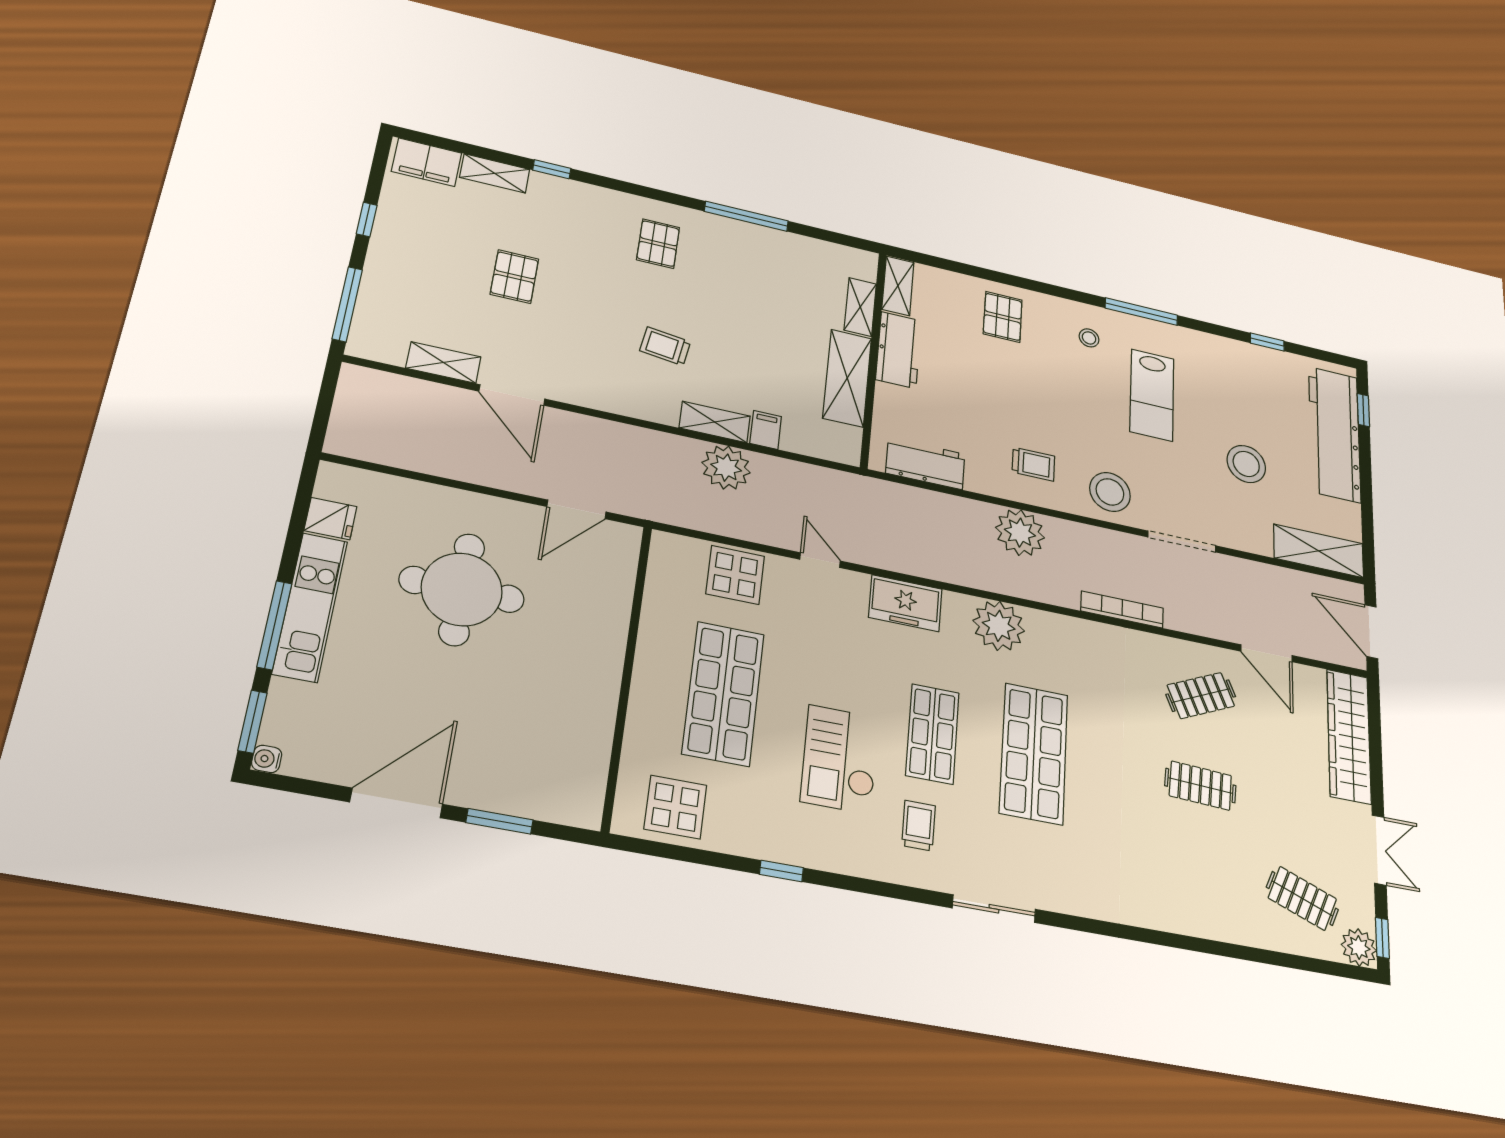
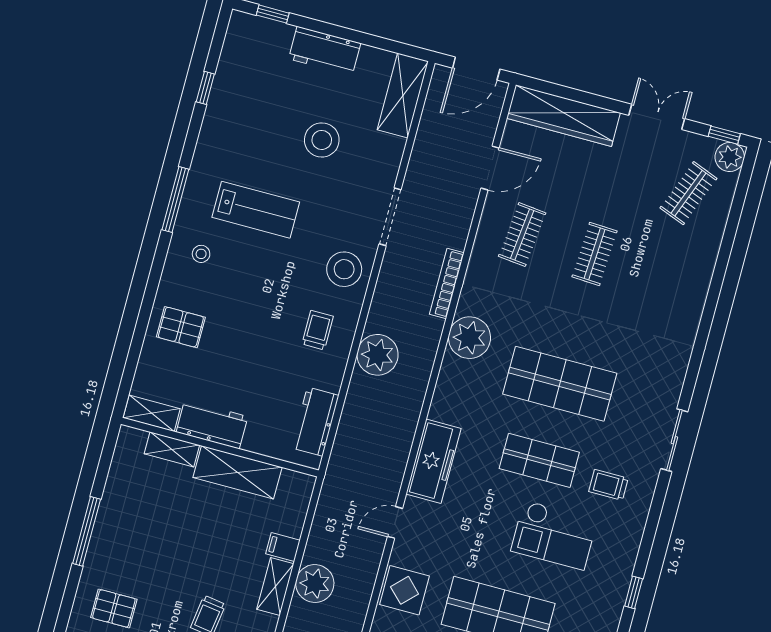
workbench: (1335, 434) -> (325, 51), width x0.53, depth x0.76
freezer: (905, 603) -> (433, 461), width x1.40
plant: (999, 626) -> (470, 338), moved
clothes rail: (1201, 696) -> (522, 235), turned 30

